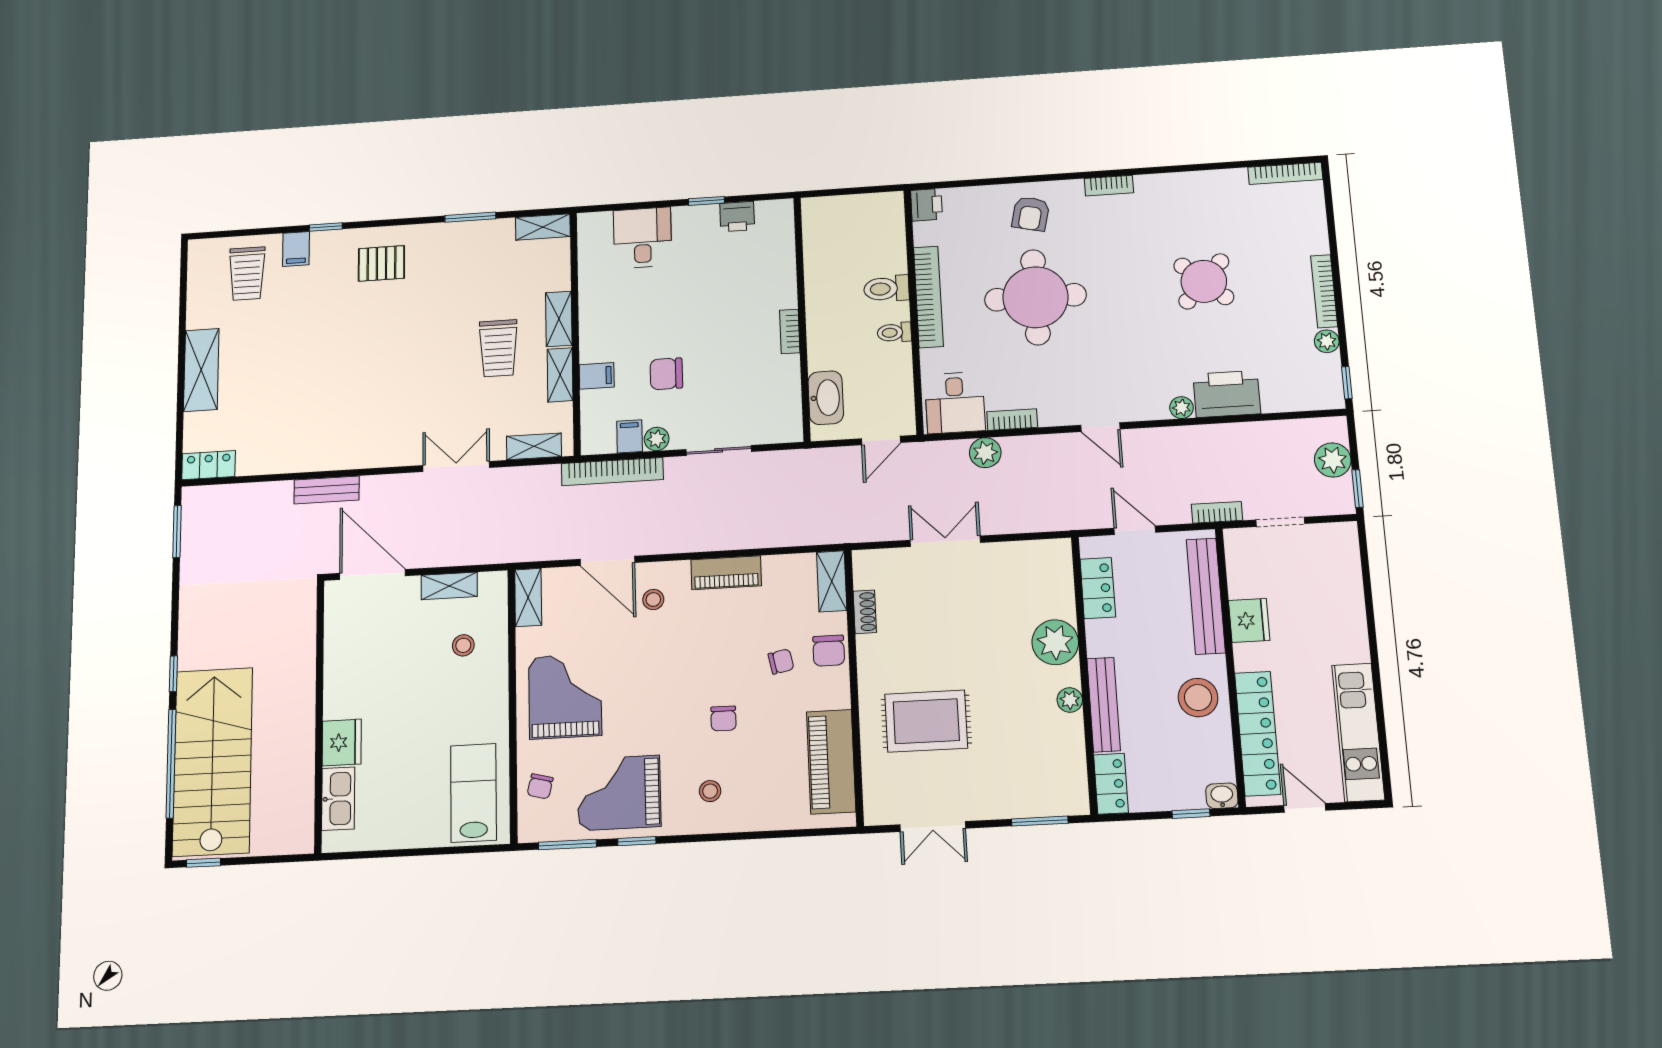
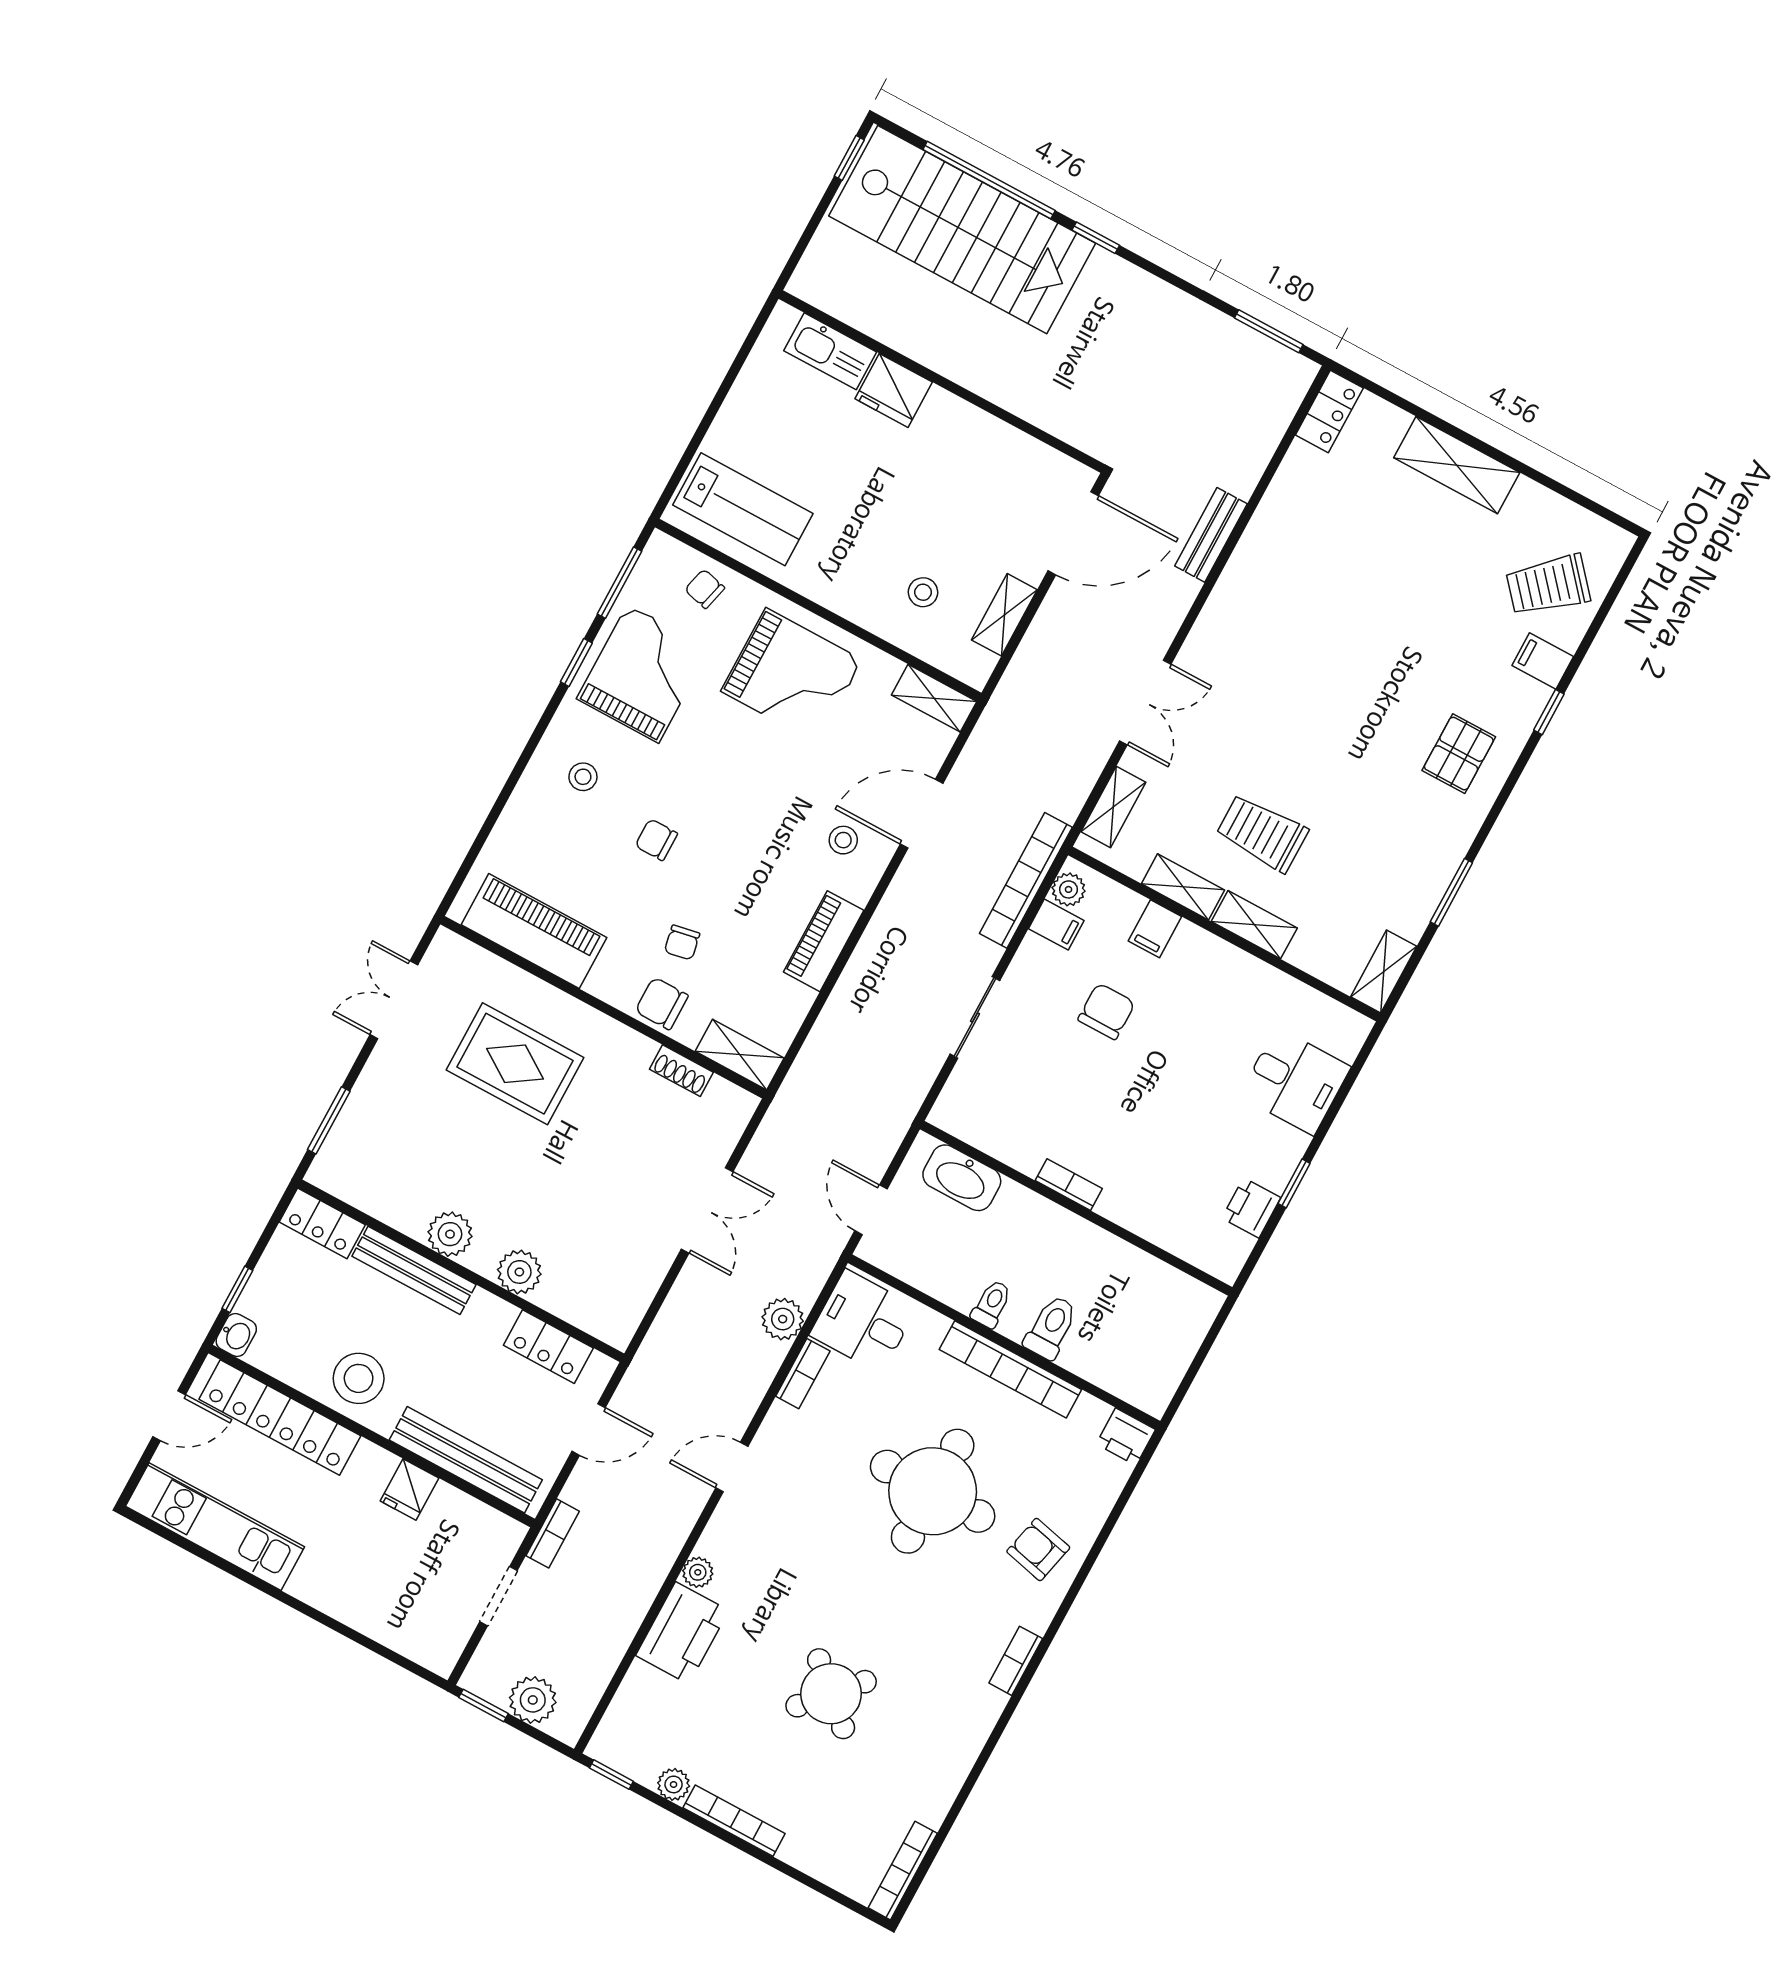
trolley: (247, 273) -> (1548, 585), turned -41
plant: (657, 439) -> (1069, 889), moved
fridge: (1249, 620) -> (410, 1489), width x0.72
plant: (1055, 642) -> (519, 1272), width x0.73, depth x0.73
plant: (1070, 700) -> (450, 1234), width x1.38, depth x1.38
rug: (926, 721) -> (515, 1064), turned 90

